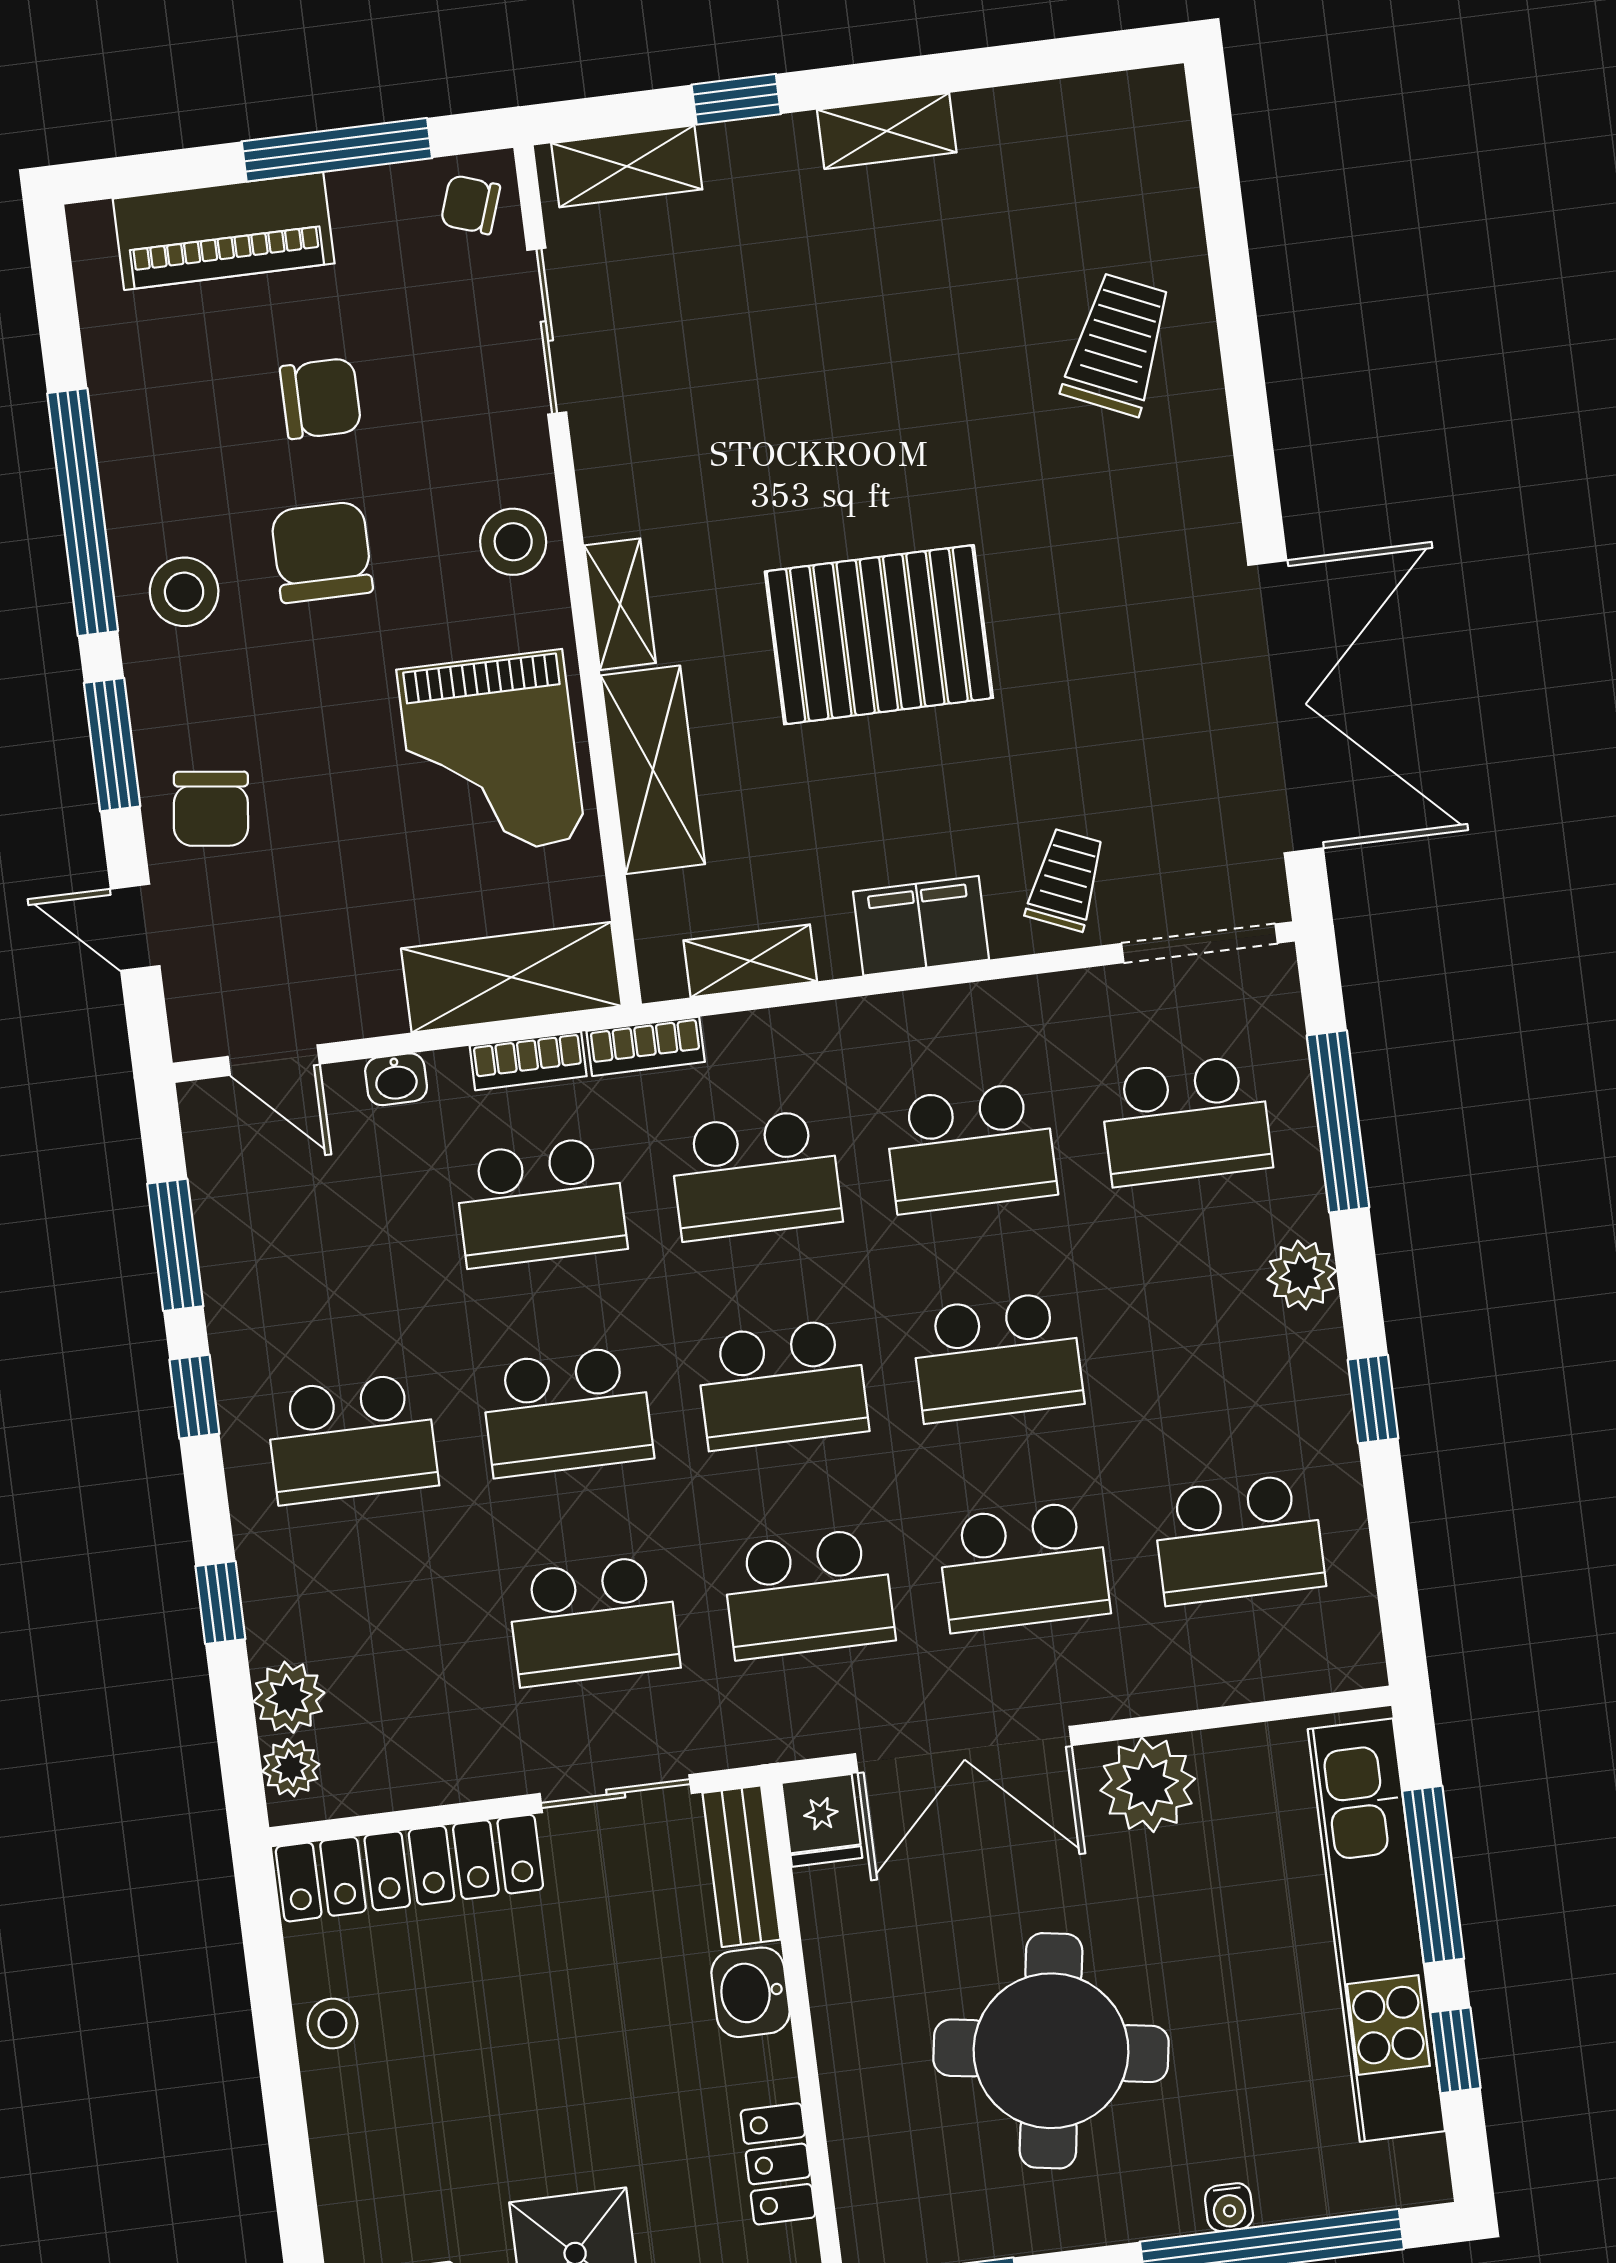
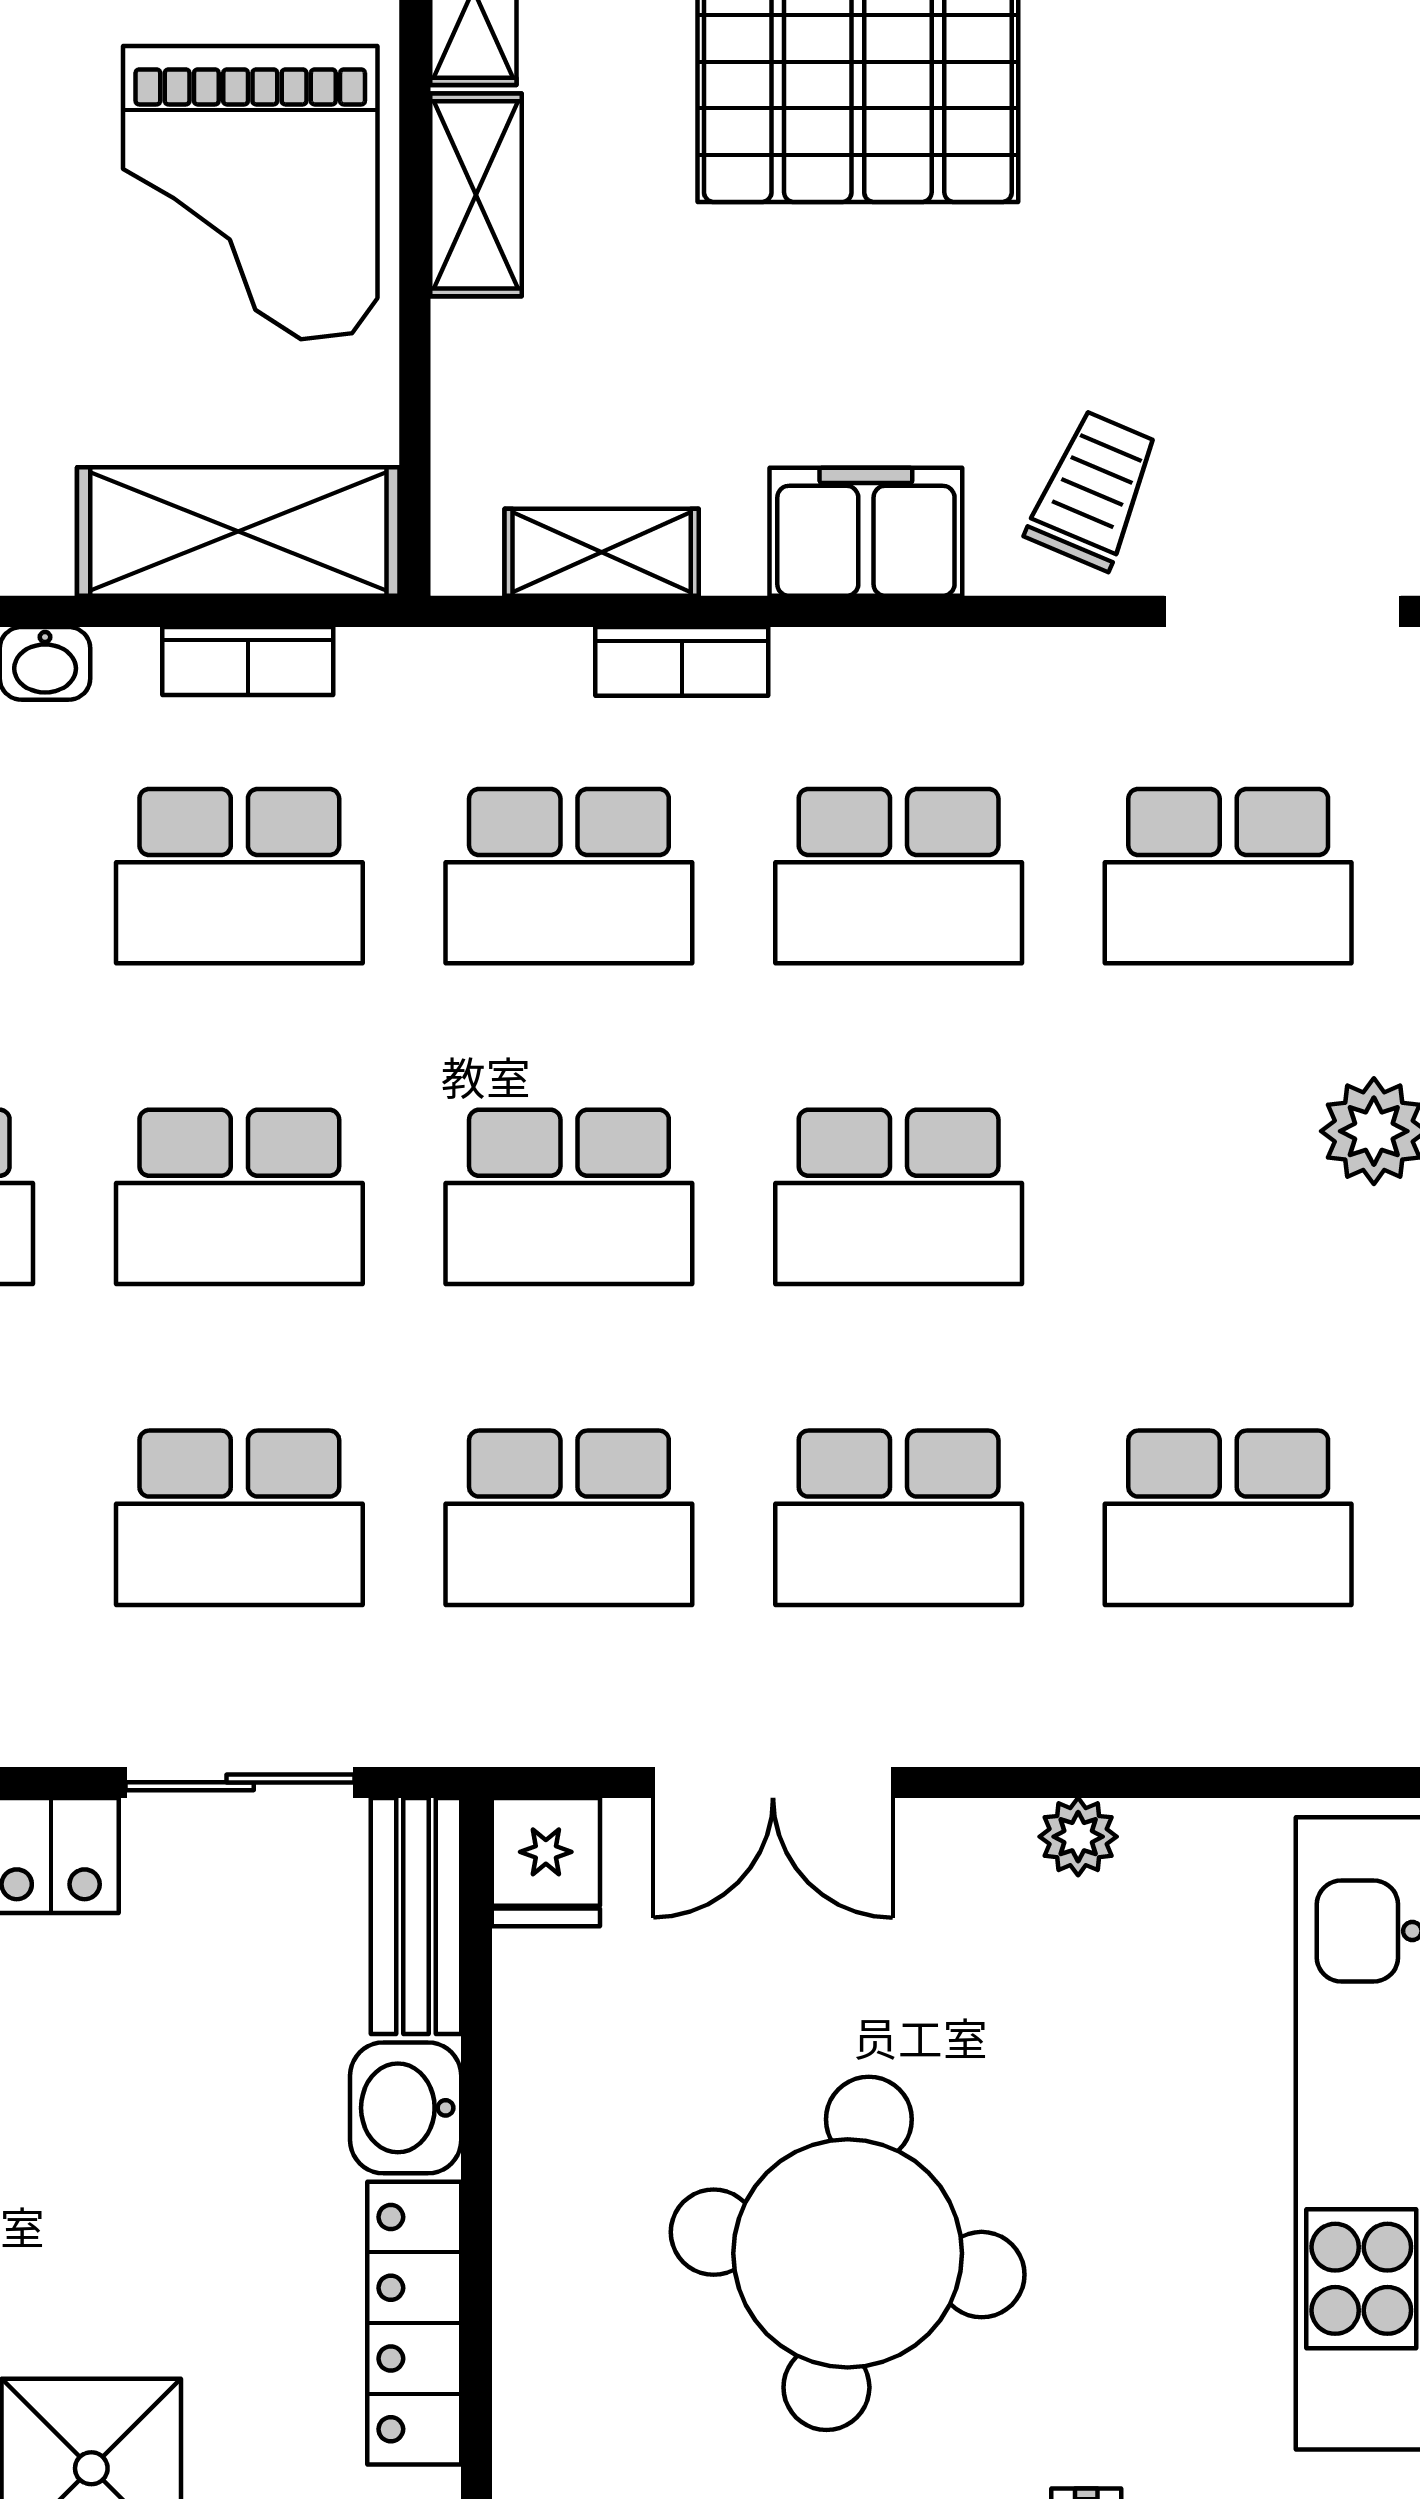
shelving: (653, 770) -> (476, 195), width x0.67, depth x0.75
bookcase: (646, 1046) -> (682, 661), moved
double door: (963, 1750) -> (773, 1782), width x0.73
plant: (1148, 1785) -> (1078, 1837), width x0.53, depth x0.53
locker: (778, 2164) -> (414, 2323), width x1.53

